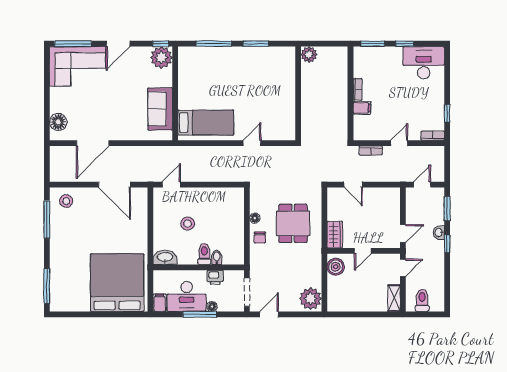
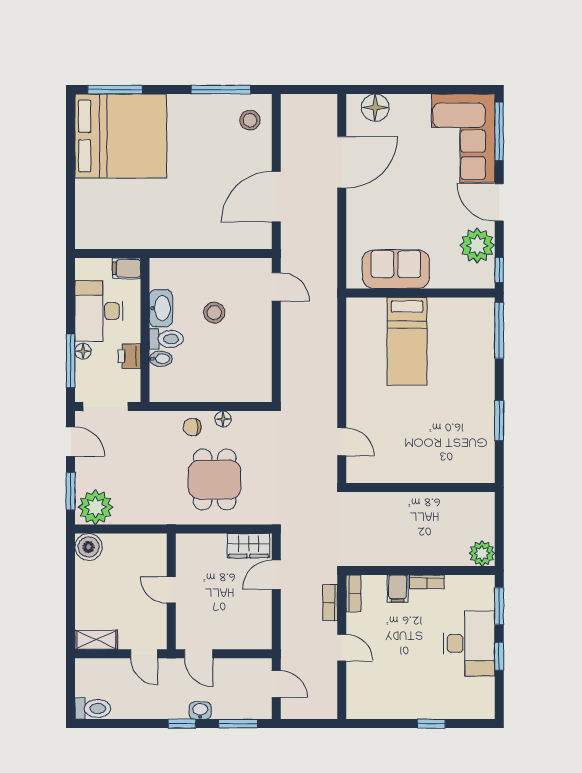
window: (214, 44) -> (499, 330), moved
plant: (309, 55) -> (482, 553), moved
plant: (161, 58) -> (477, 245), moved
desk: (424, 63) -> (469, 643), moved
window: (447, 113) -> (431, 724), moved
bed: (206, 123) -> (407, 341), moved
bookcase: (433, 136) -> (353, 593), moved
door: (93, 143) -> (342, 162), swing flipped
door: (252, 143) -> (342, 442), moved
dining table: (293, 223) -> (215, 480), turned 90
wardrobe: (335, 235) -> (248, 546), moved
washbasin: (165, 257) -> (161, 308), moved
boiler: (336, 267) -> (89, 547), moved
bed: (117, 283) -> (121, 136), moved
toilet: (422, 300) -> (93, 708), moved
filing cabinet: (160, 303) -> (127, 268), moved, turned 180
window: (200, 314) -> (71, 361), moved
window: (300, 314) -> (71, 491), added

